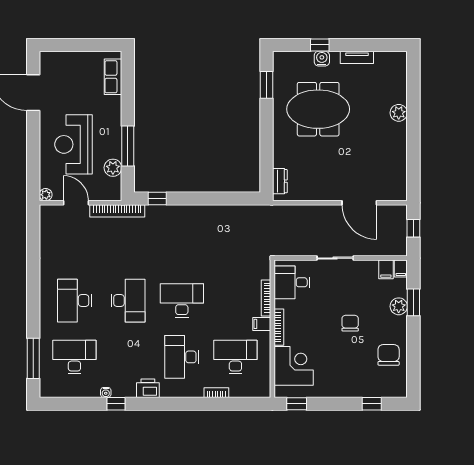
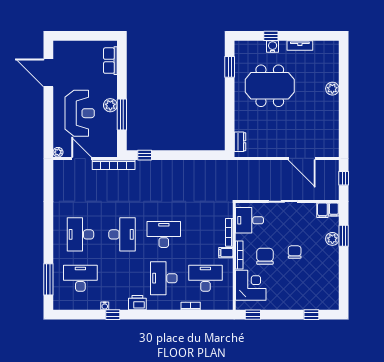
reception desk: (74, 144) -> (80, 113), turned 180
plant: (113, 168) -> (110, 105), moved
chair: (389, 355) -> (265, 256), moved

